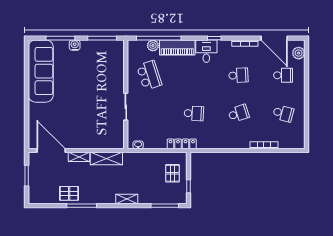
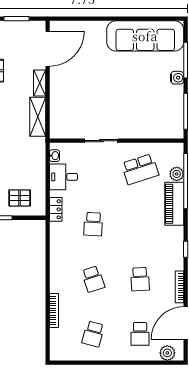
desk: (206, 51) -> (64, 177), moved, turned 180
locker: (182, 144) -> (56, 209), width x0.66

